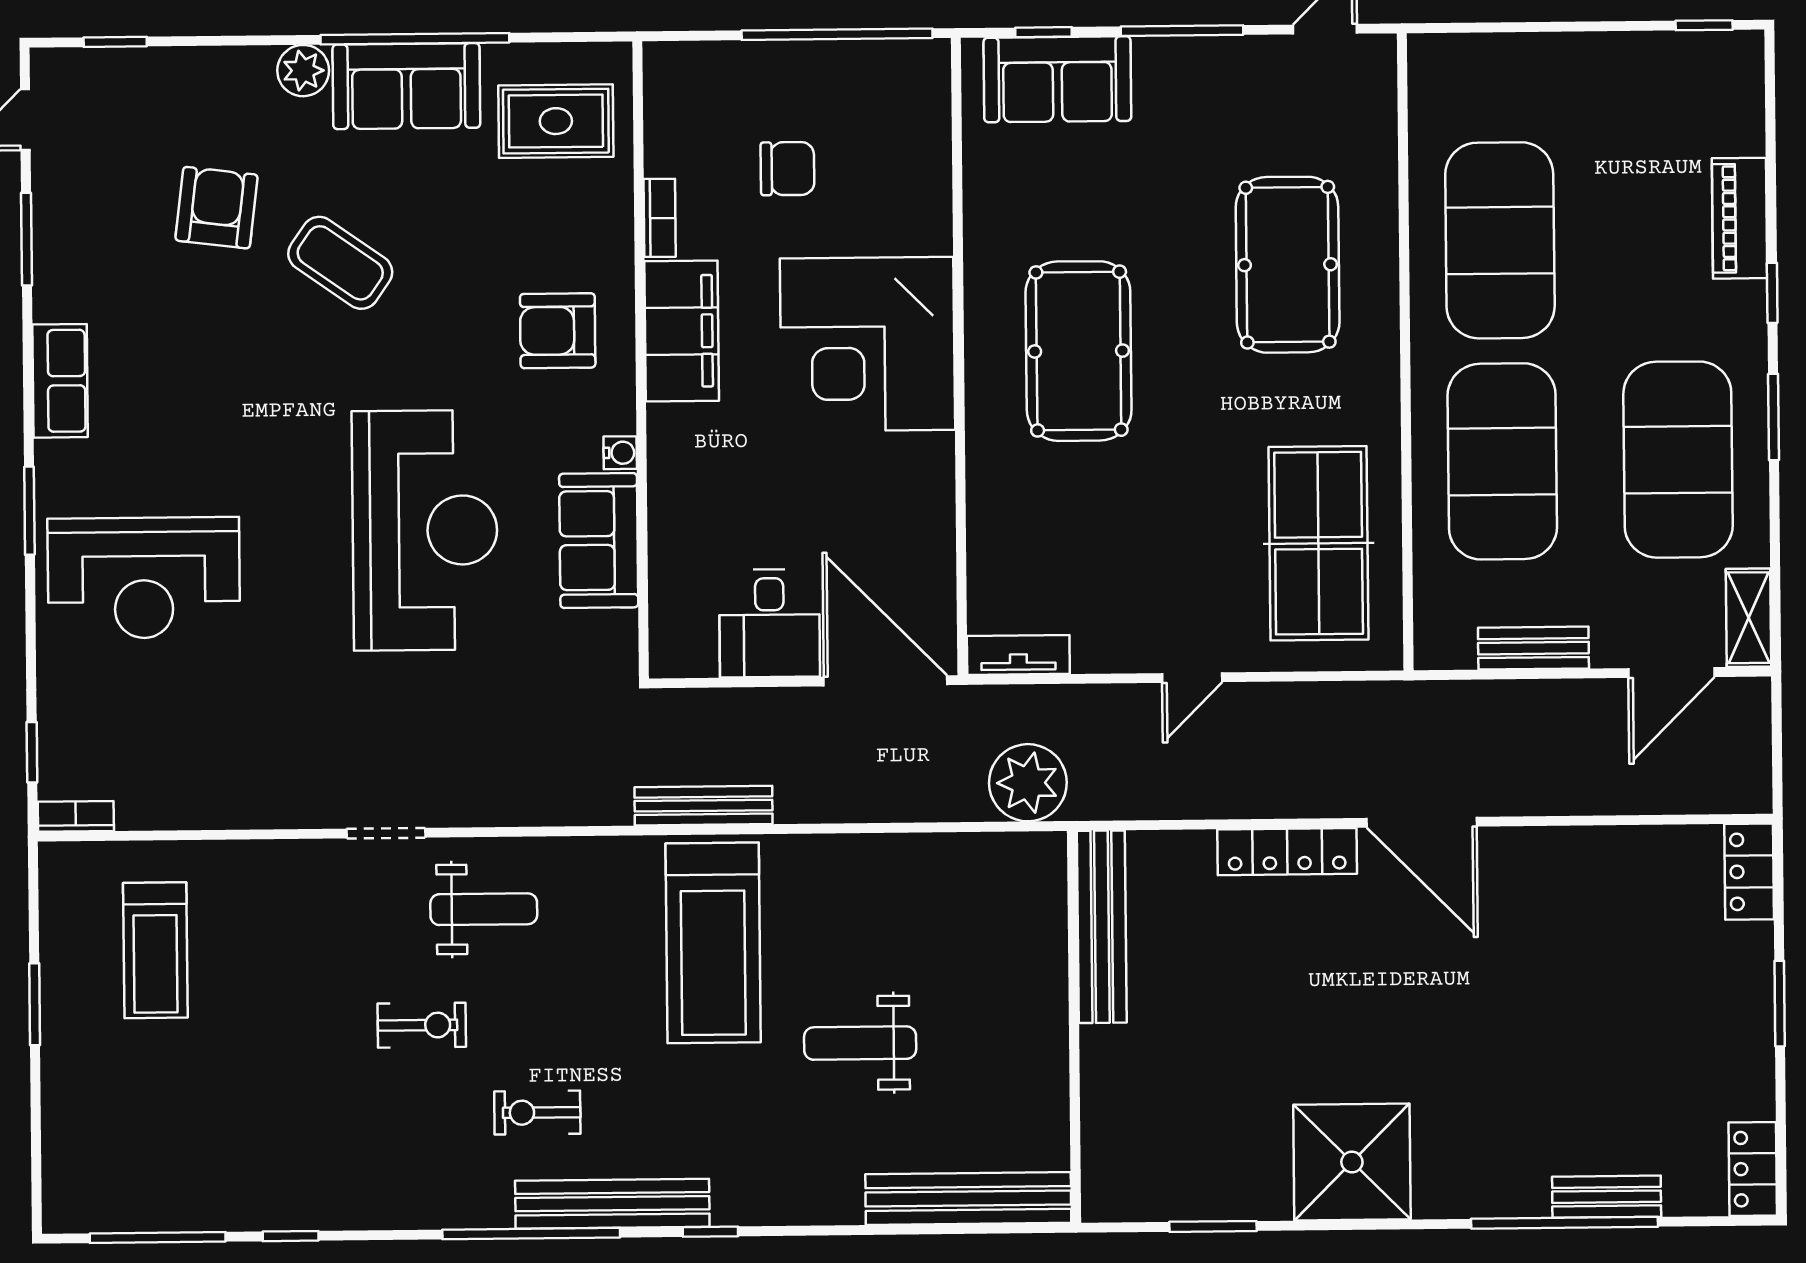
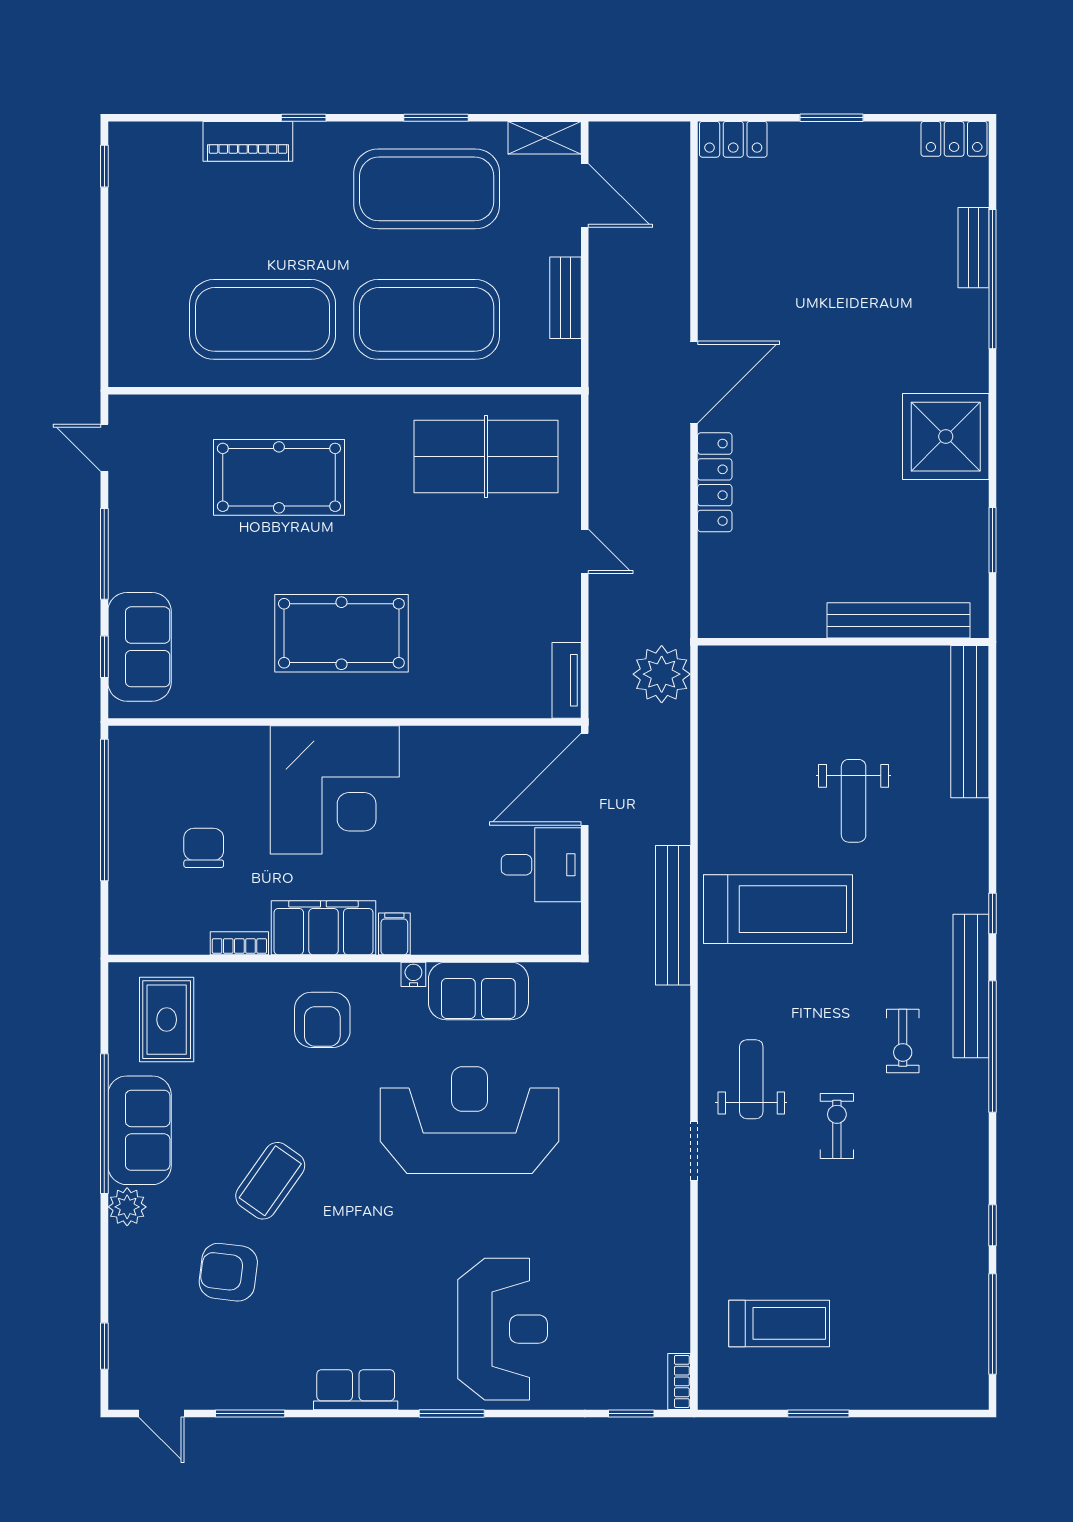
window: (1773, 417) -> (436, 118), moved
filing cabinet: (674, 426) -> (394, 934), added
bench: (704, 806) -> (673, 915), width x1.37, depth x1.21
bench: (1102, 927) -> (898, 620), moved

